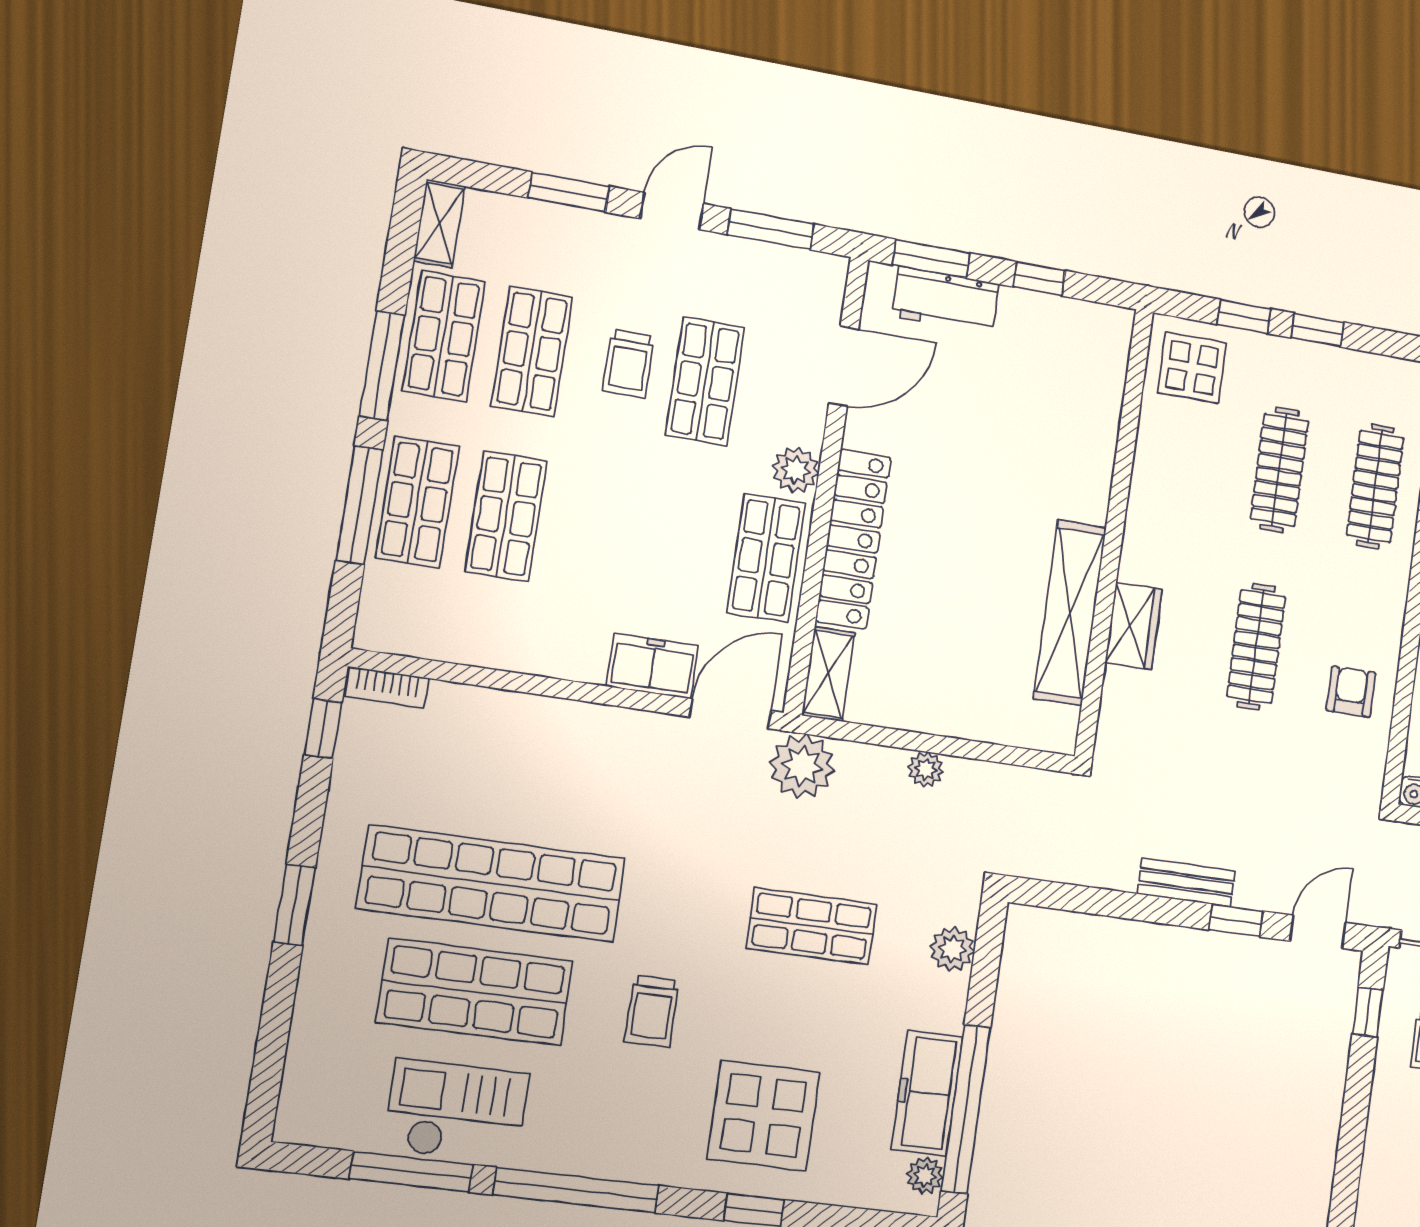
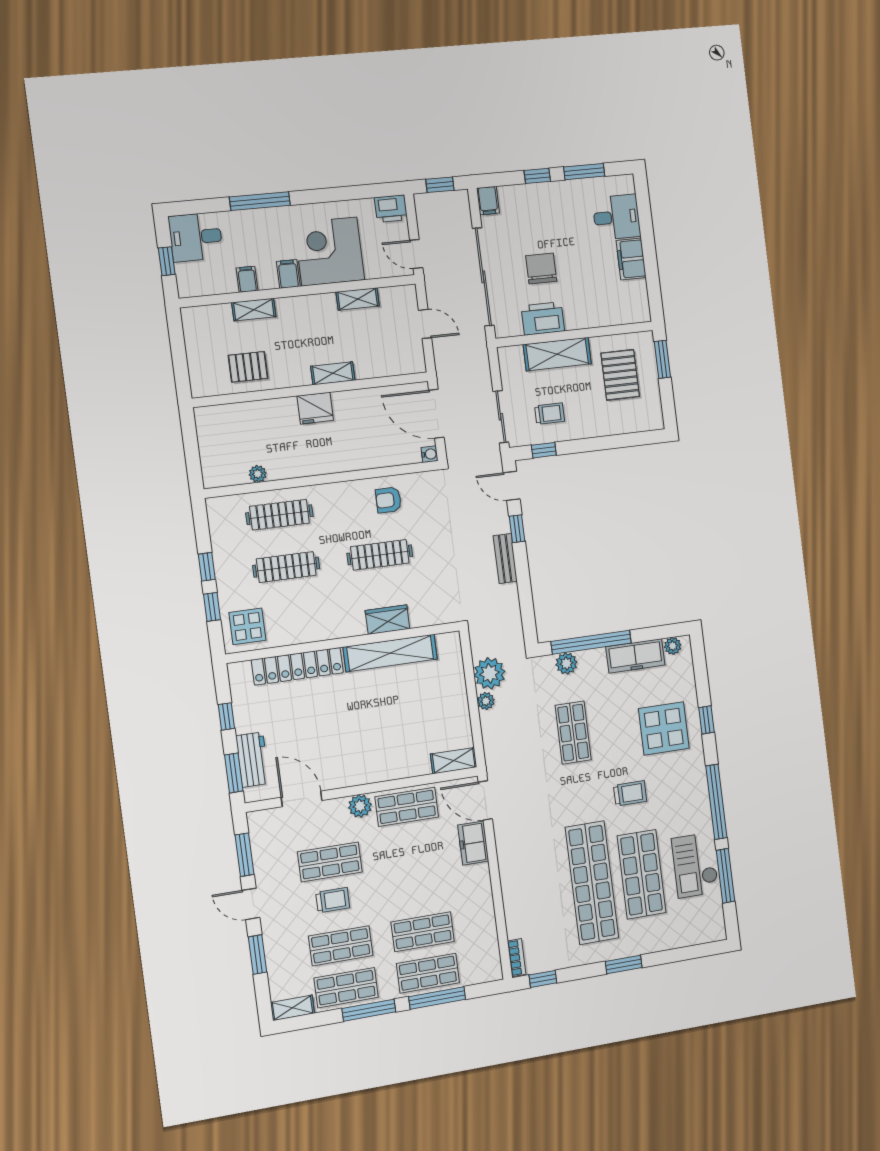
locker: (853, 539) -> (297, 666), moved, turned 180
plant: (802, 766) -> (490, 673), moved
window: (966, 1109) -> (591, 642), moved

